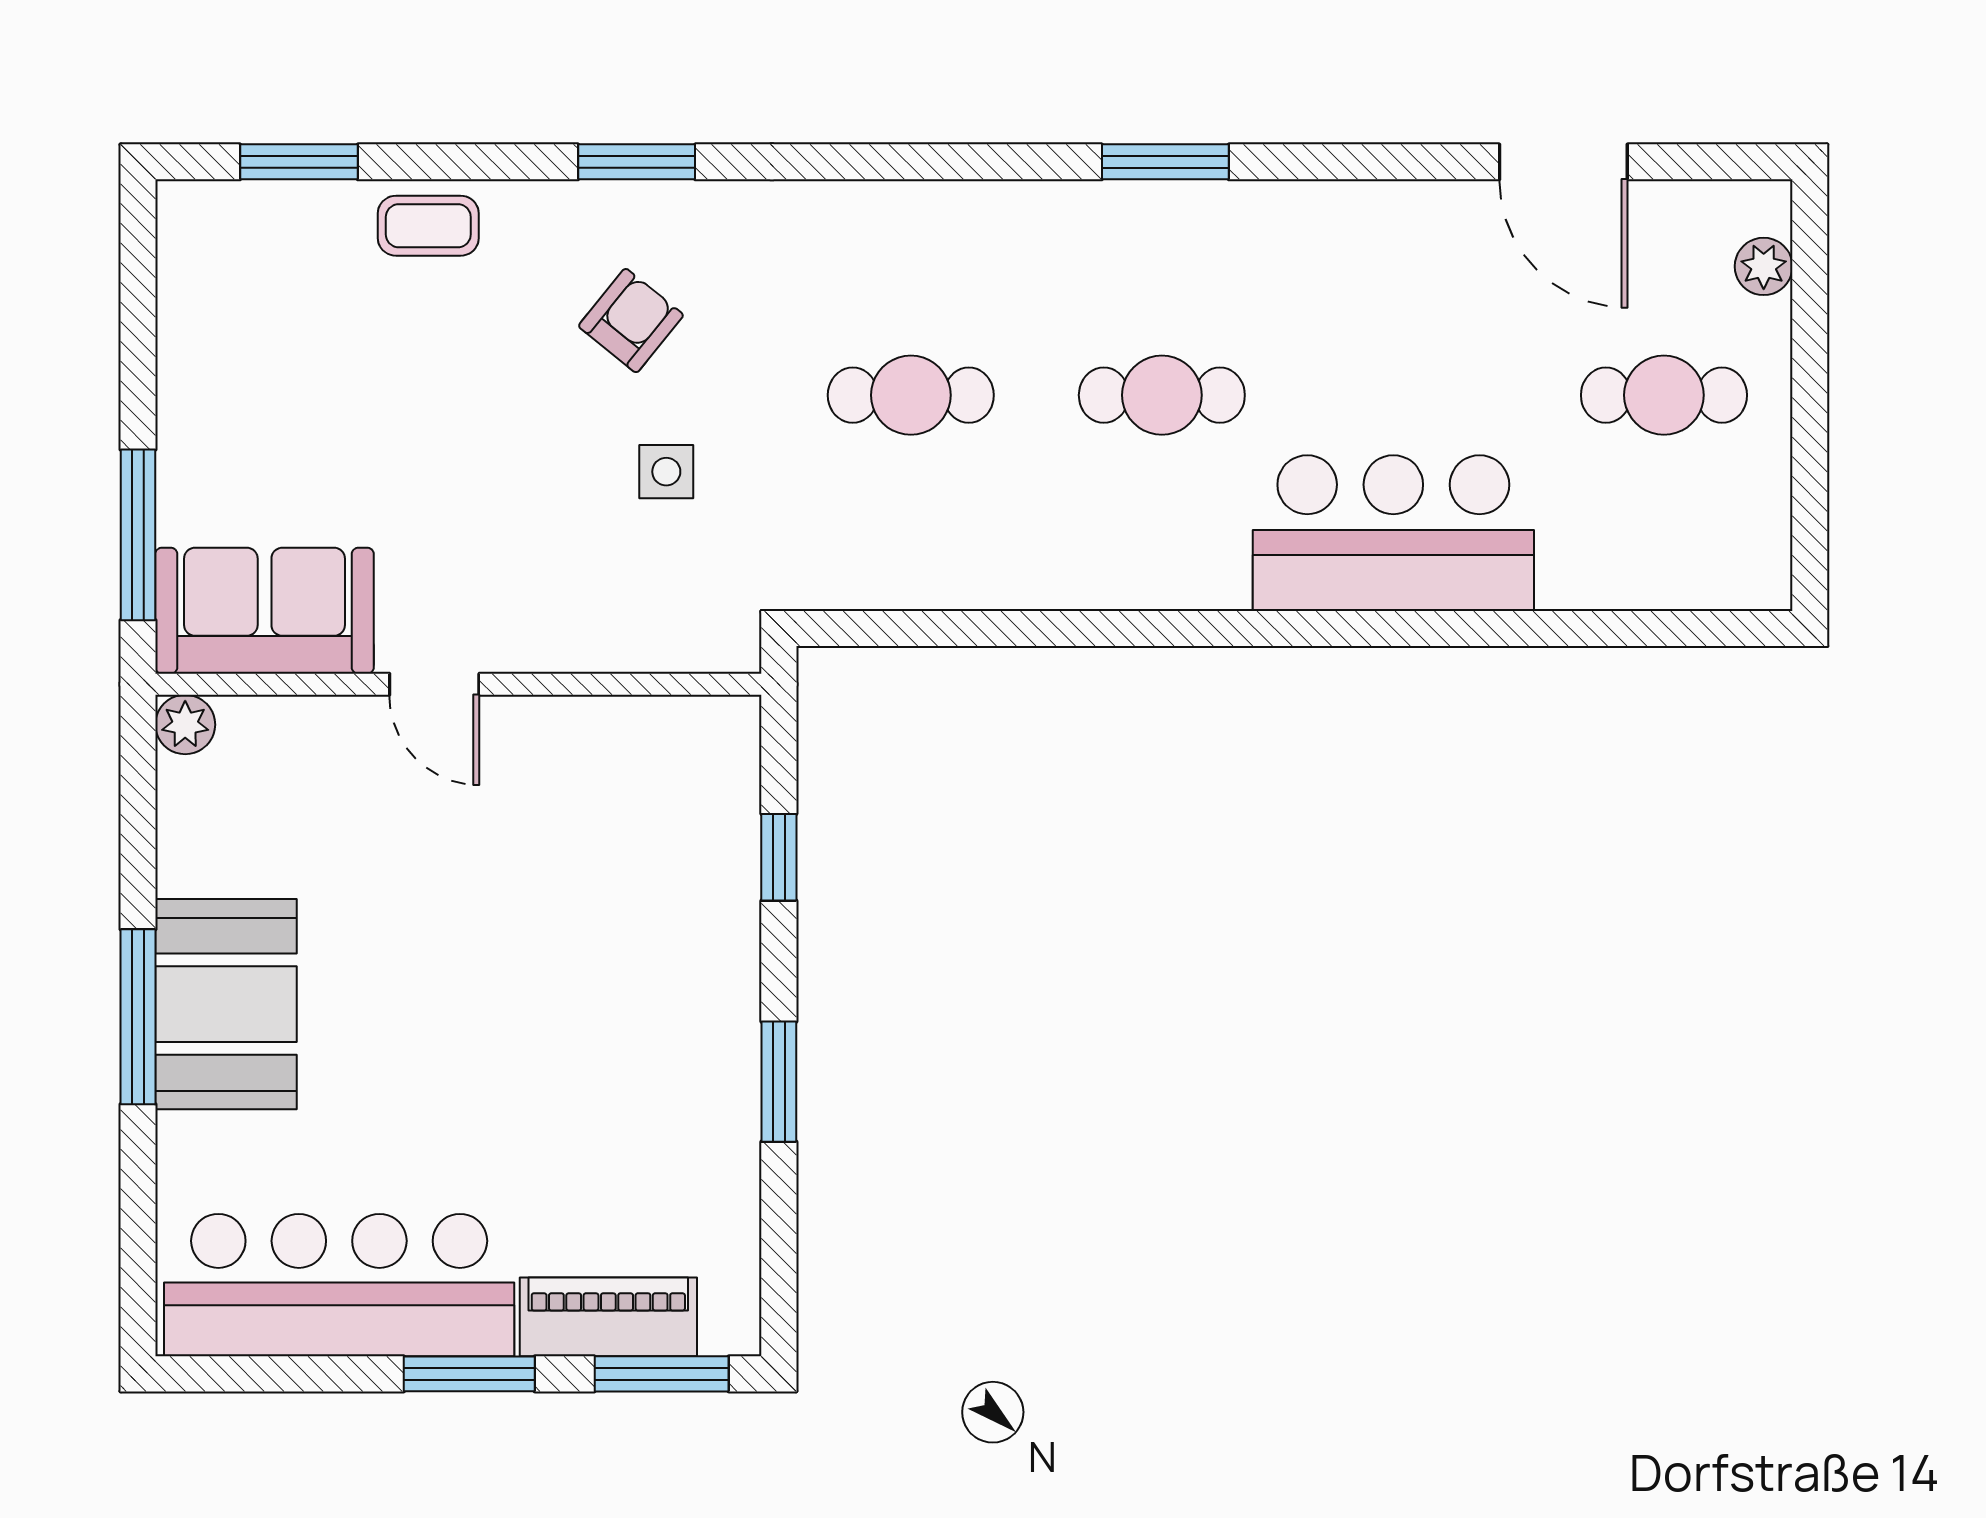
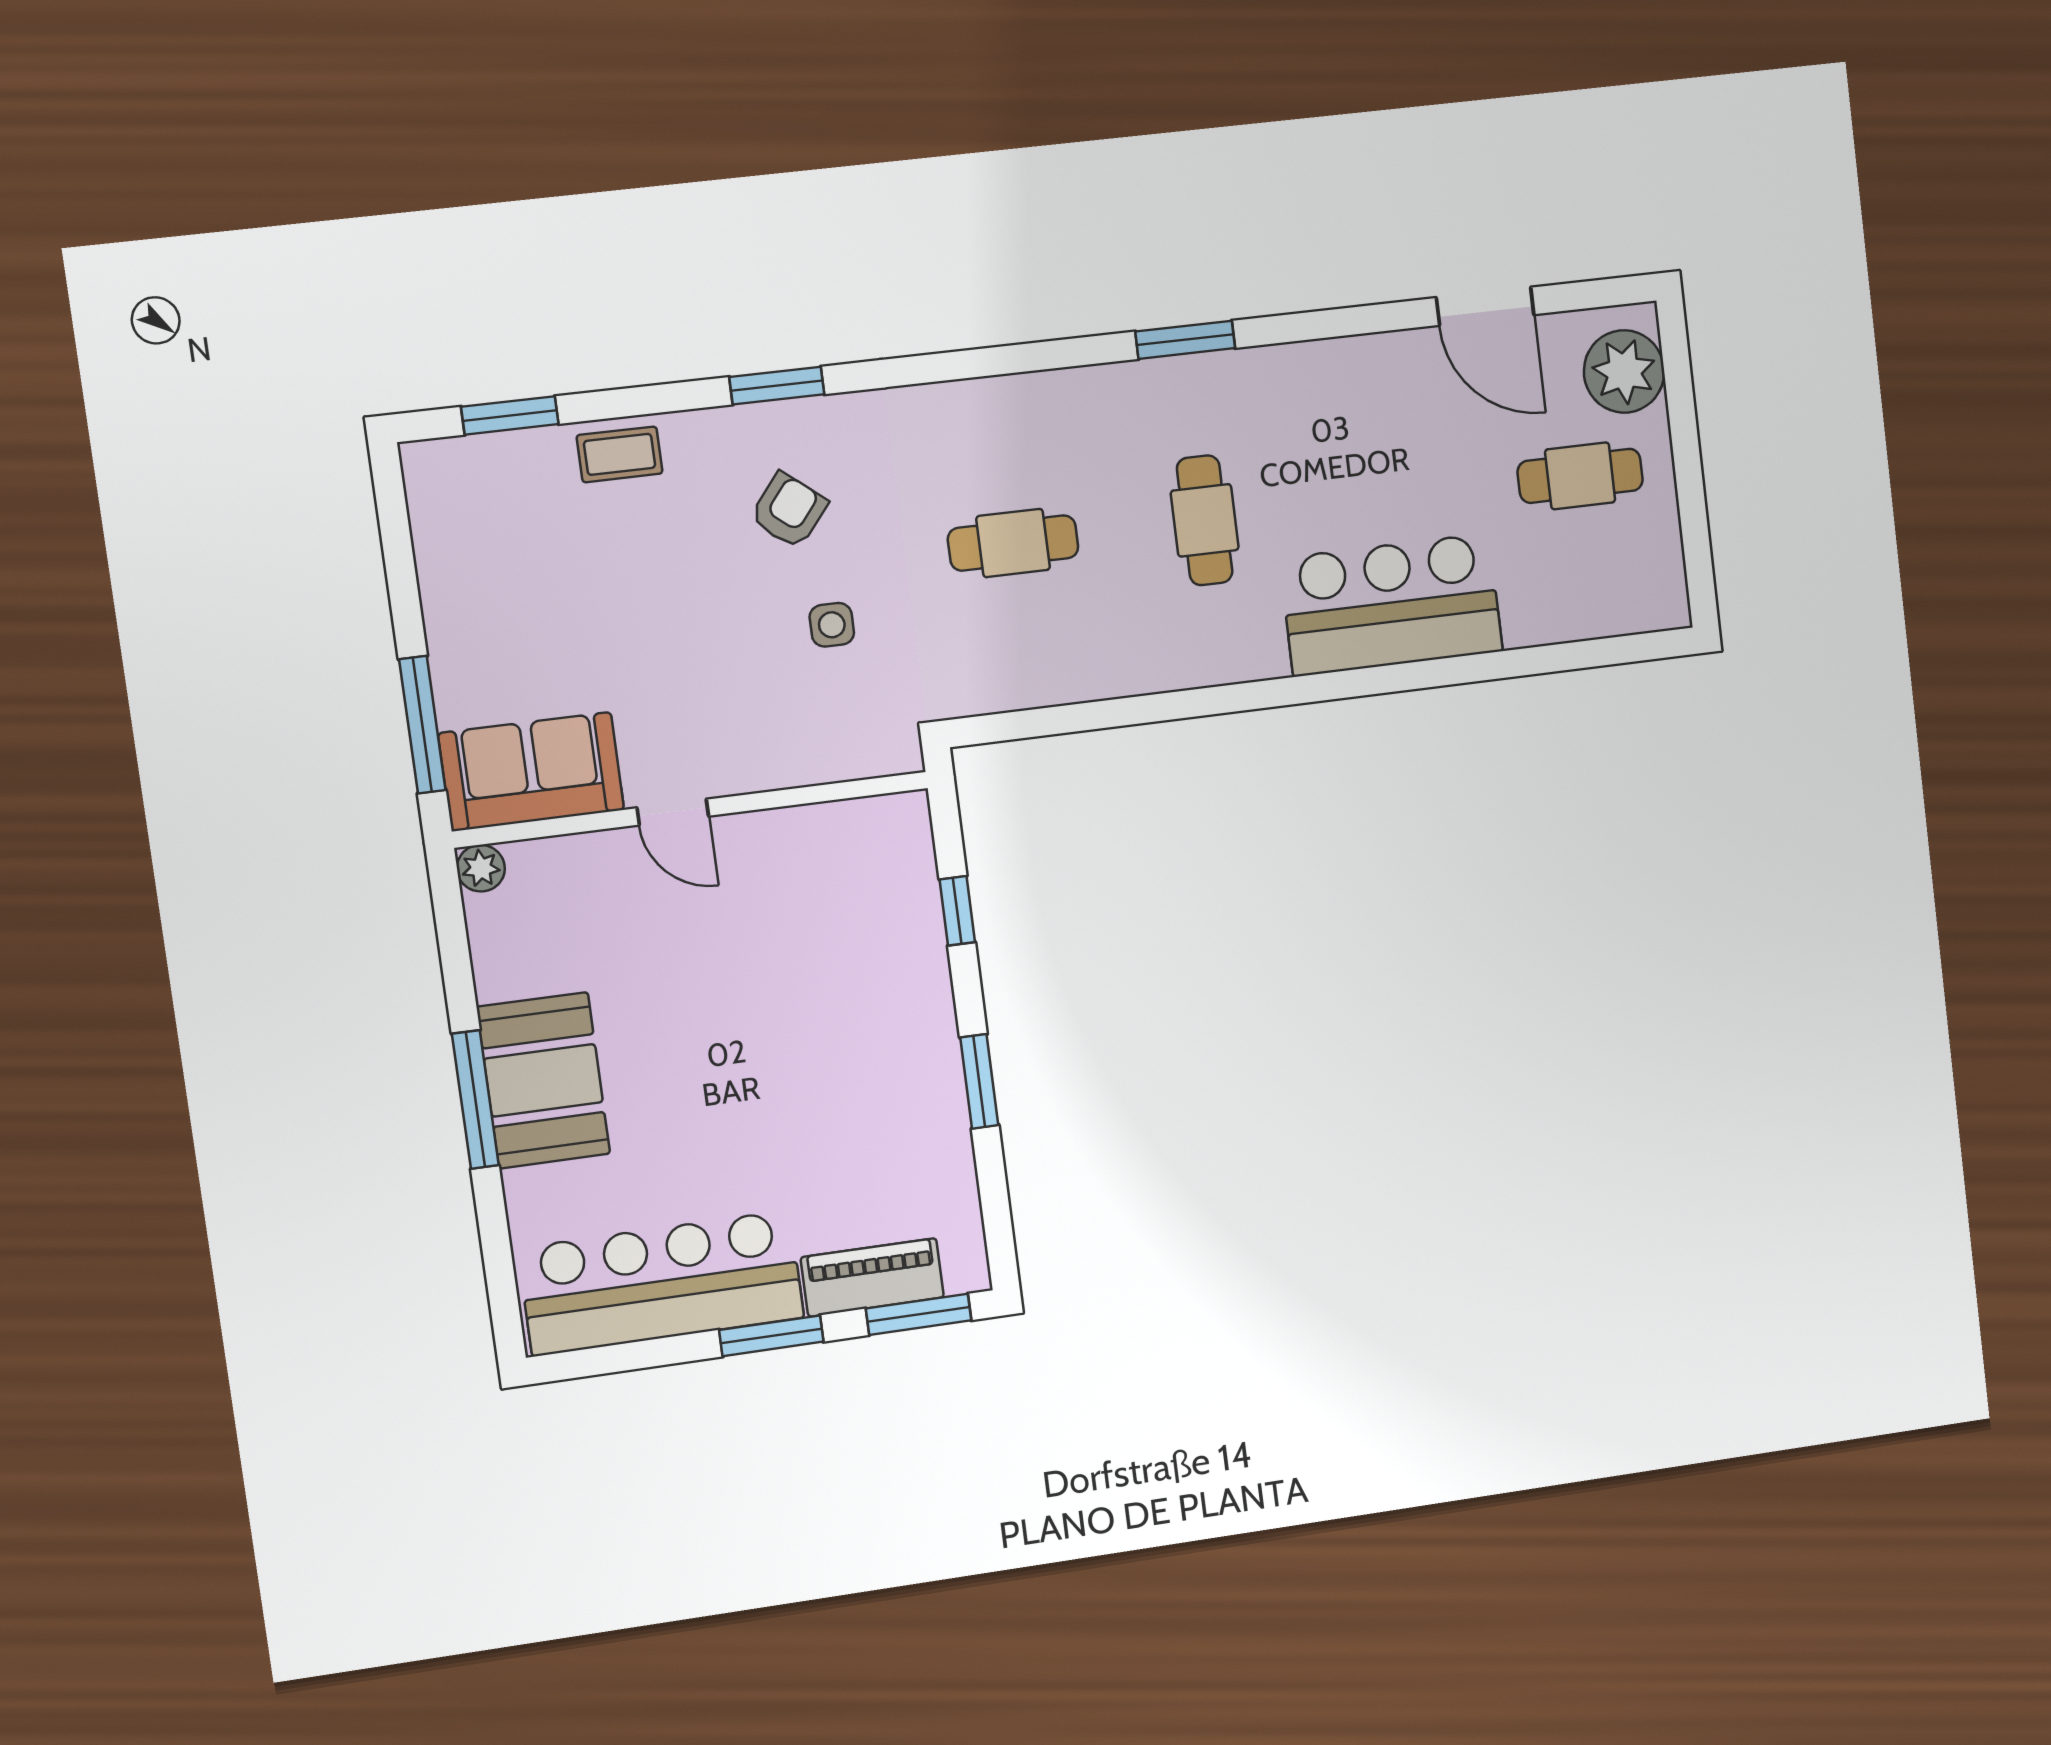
plant: (1764, 266) -> (1624, 371), width x1.87, depth x1.87
cafe table: (1162, 395) -> (1205, 520), turned 90

